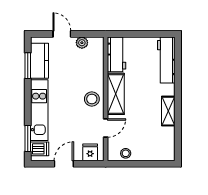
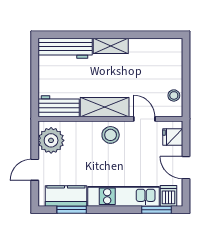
plant: (82, 43) -> (51, 140), width x1.88, depth x1.88
shelving: (168, 111) -> (111, 46), moved

